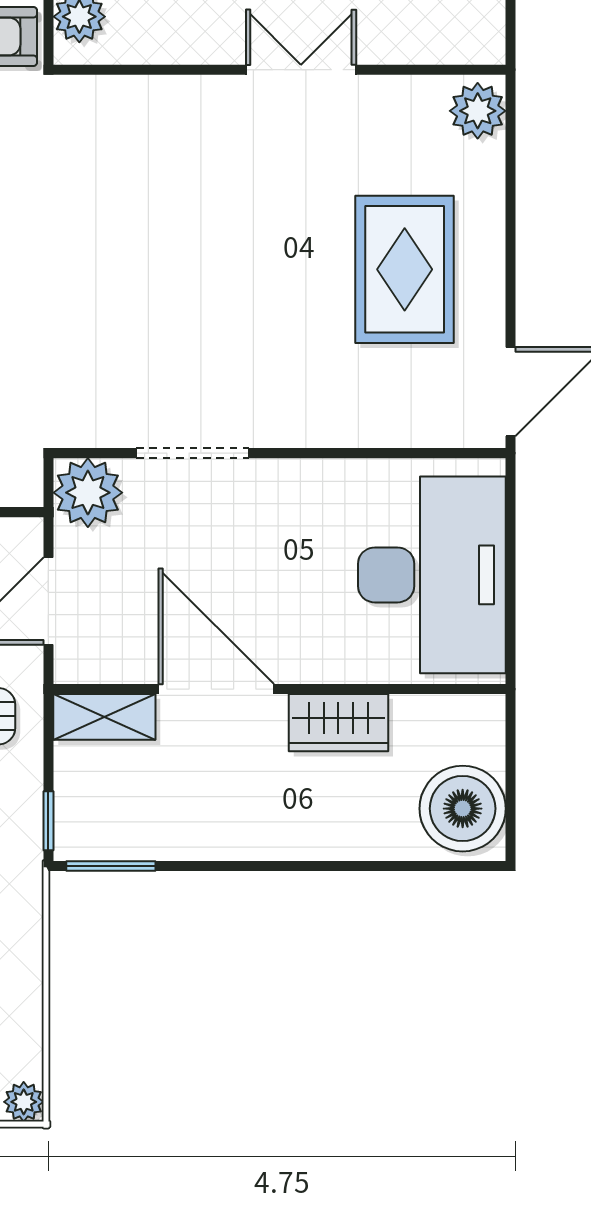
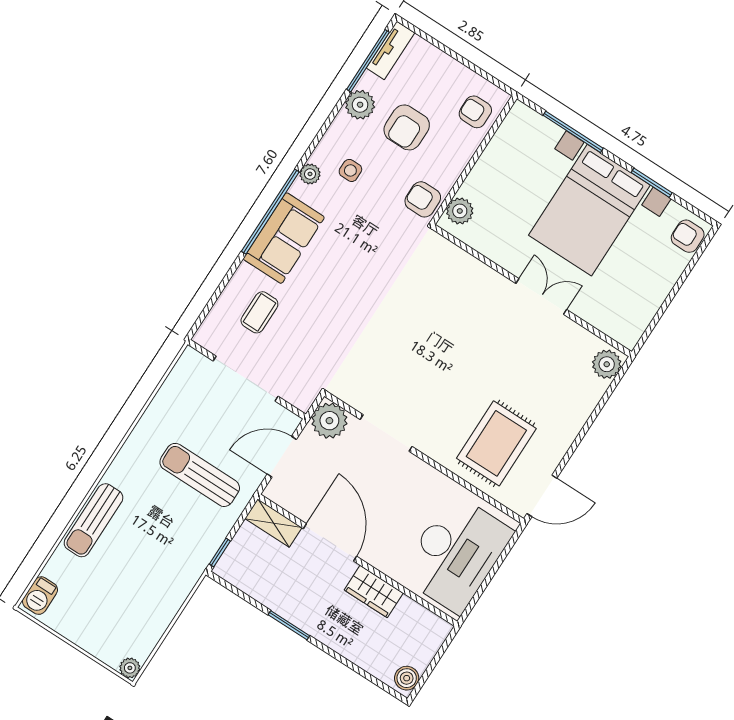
rug: (405, 269) -> (496, 443), moved
boiler: (463, 809) -> (407, 678), width x0.54, depth x0.54
window: (111, 866) -> (289, 625), moved

